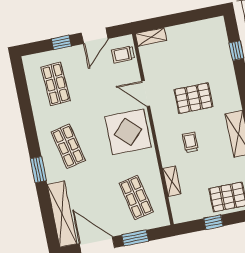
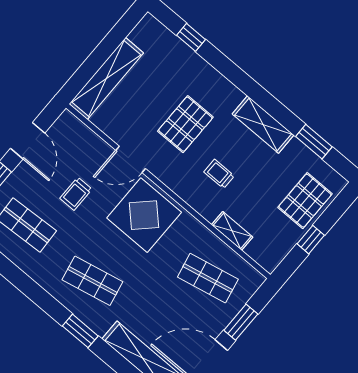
shelving: (151, 37) -> (106, 78), width x2.20, depth x1.33
trolley: (123, 54) -> (76, 194), moved

